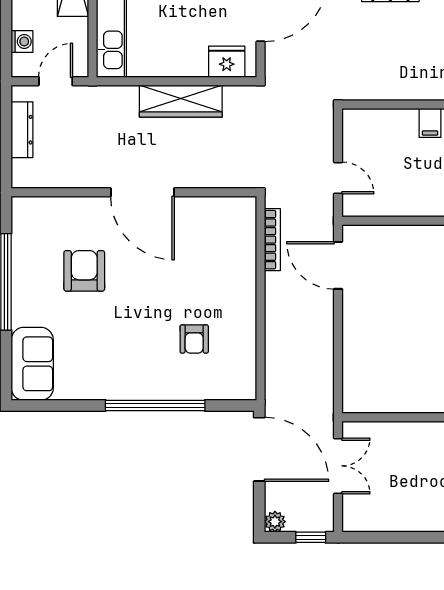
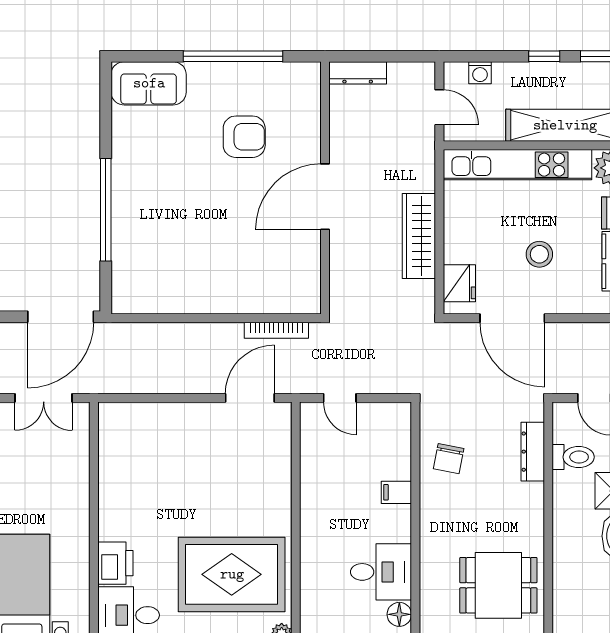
chair: (397, 72) -> (449, 459), added
dresser: (22, 130) -> (358, 73), moved
door: (338, 178) -> (340, 398), hinge flipped
armchair: (194, 339) -> (174, 250), removed

